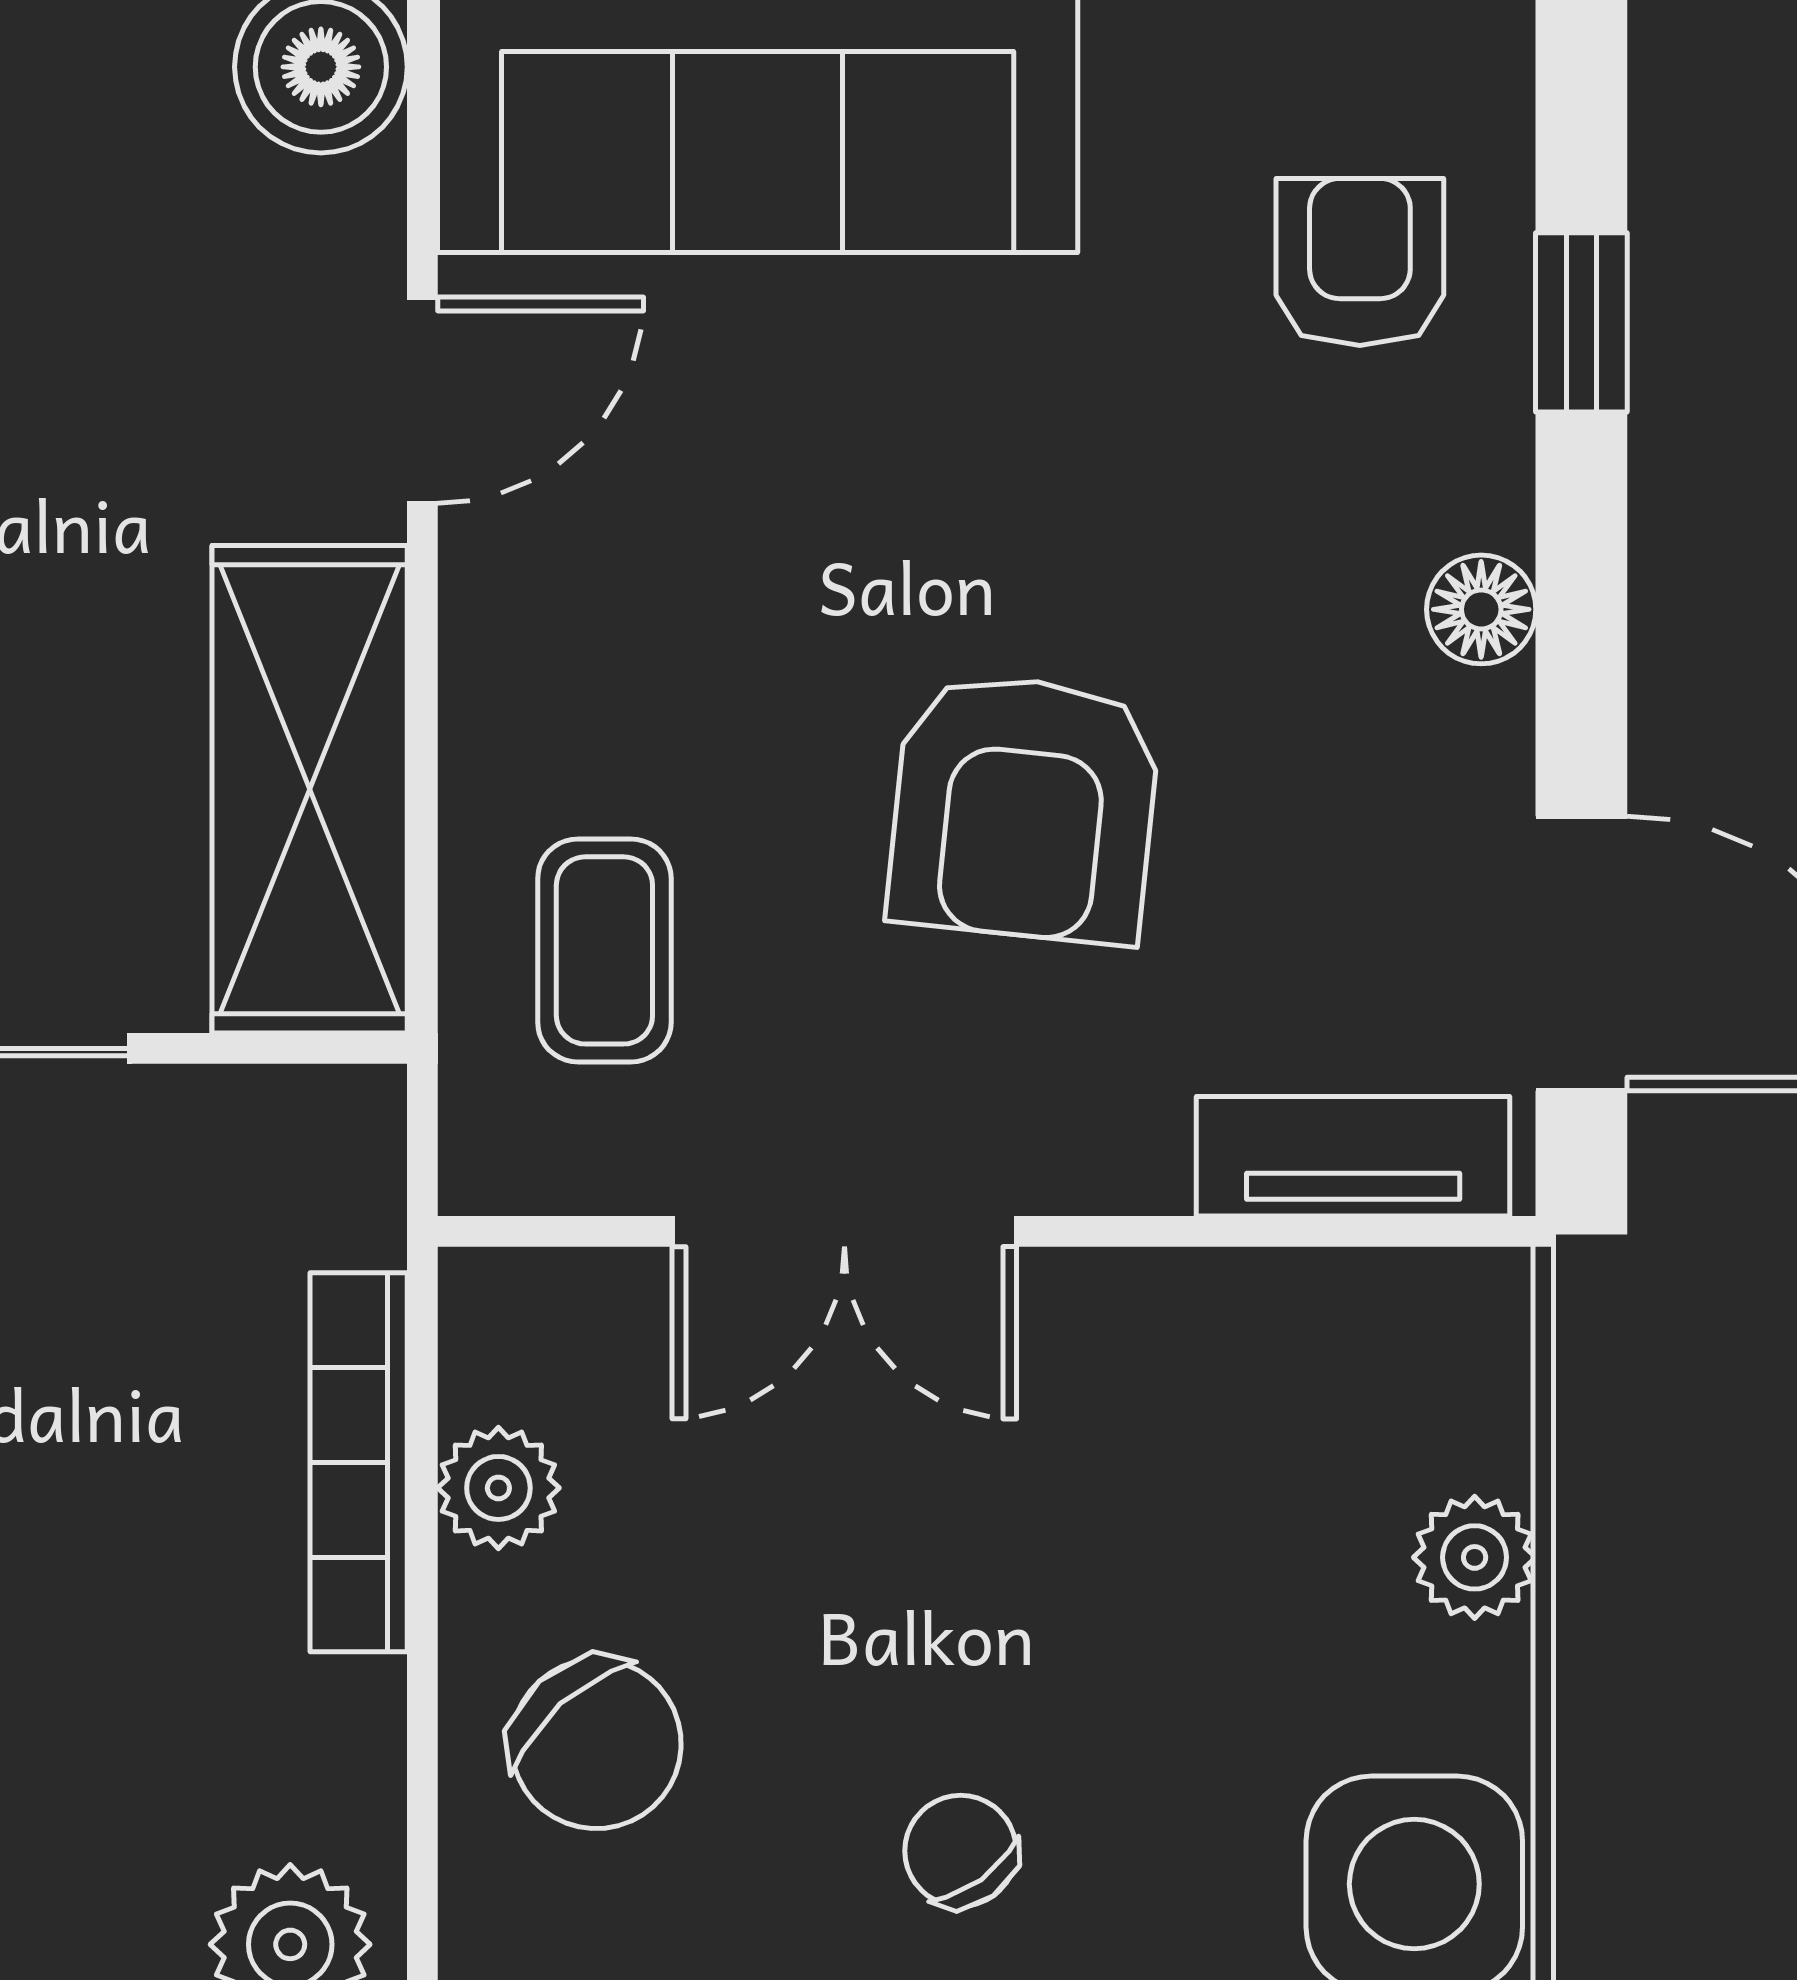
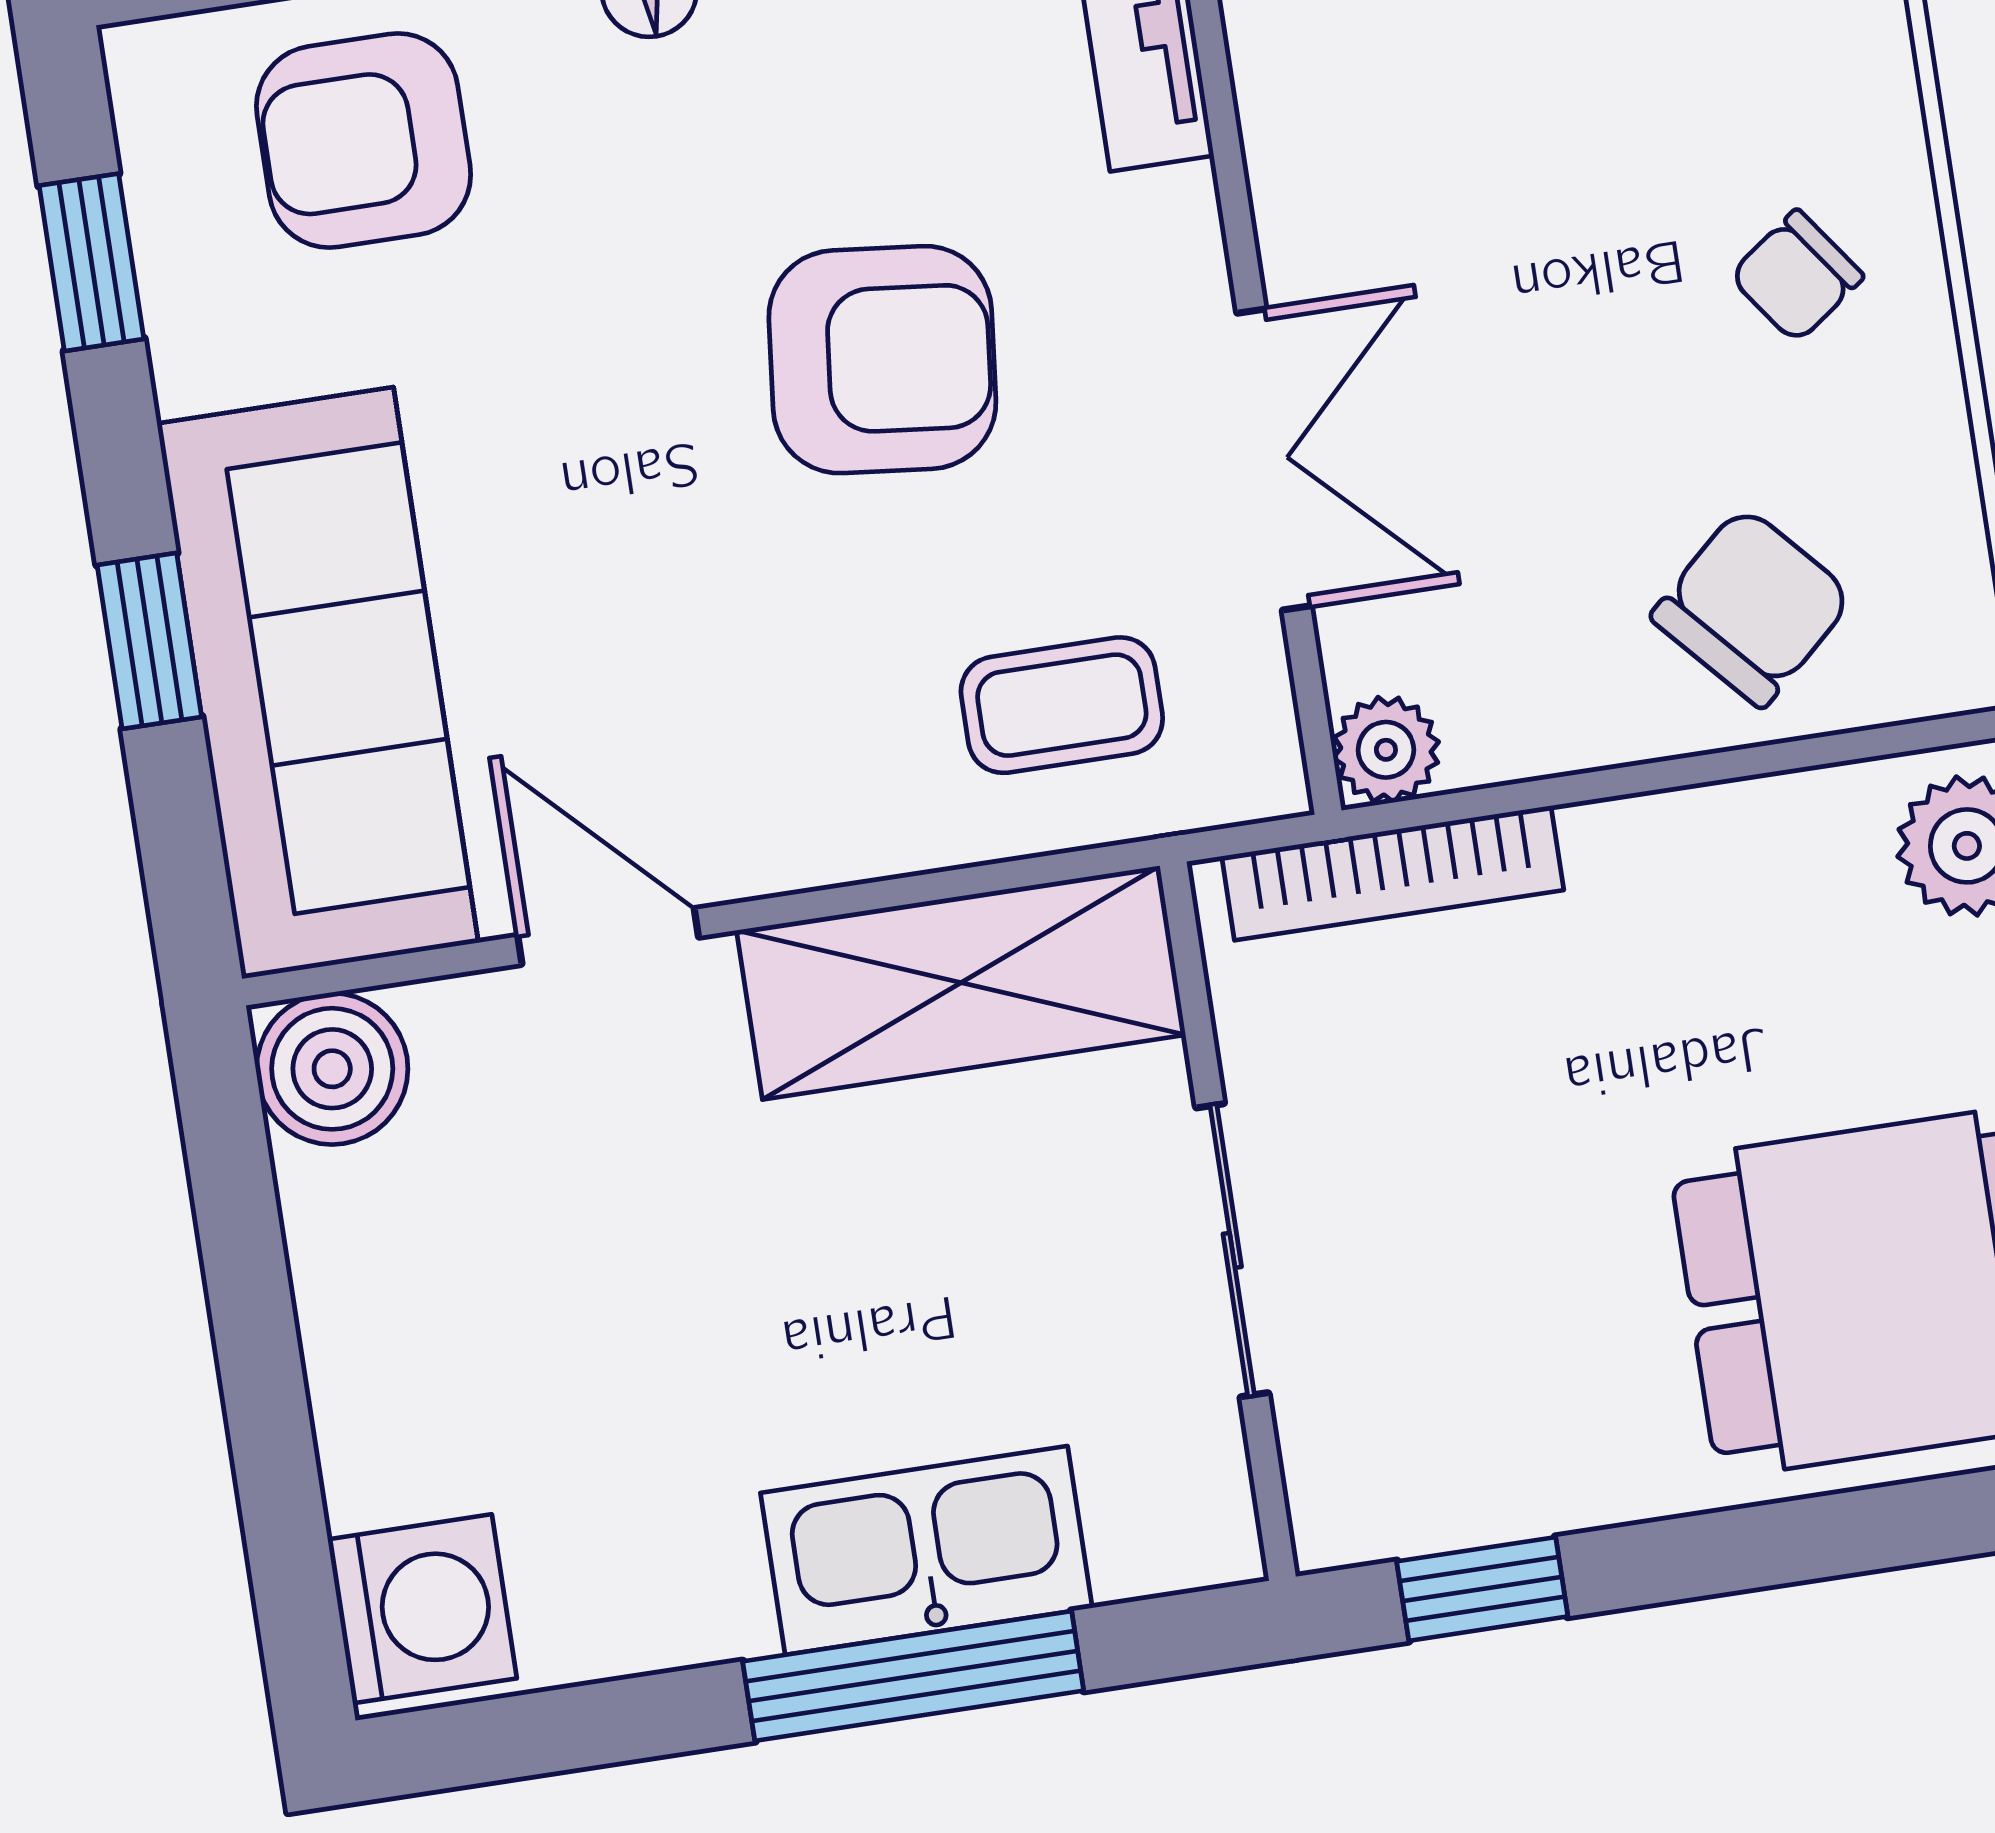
armchair: (1360, 262) -> (364, 141), width x1.38, depth x1.38
bookcase: (359, 1462) -> (1393, 873), moved
plant: (498, 1488) -> (1386, 750), moved

